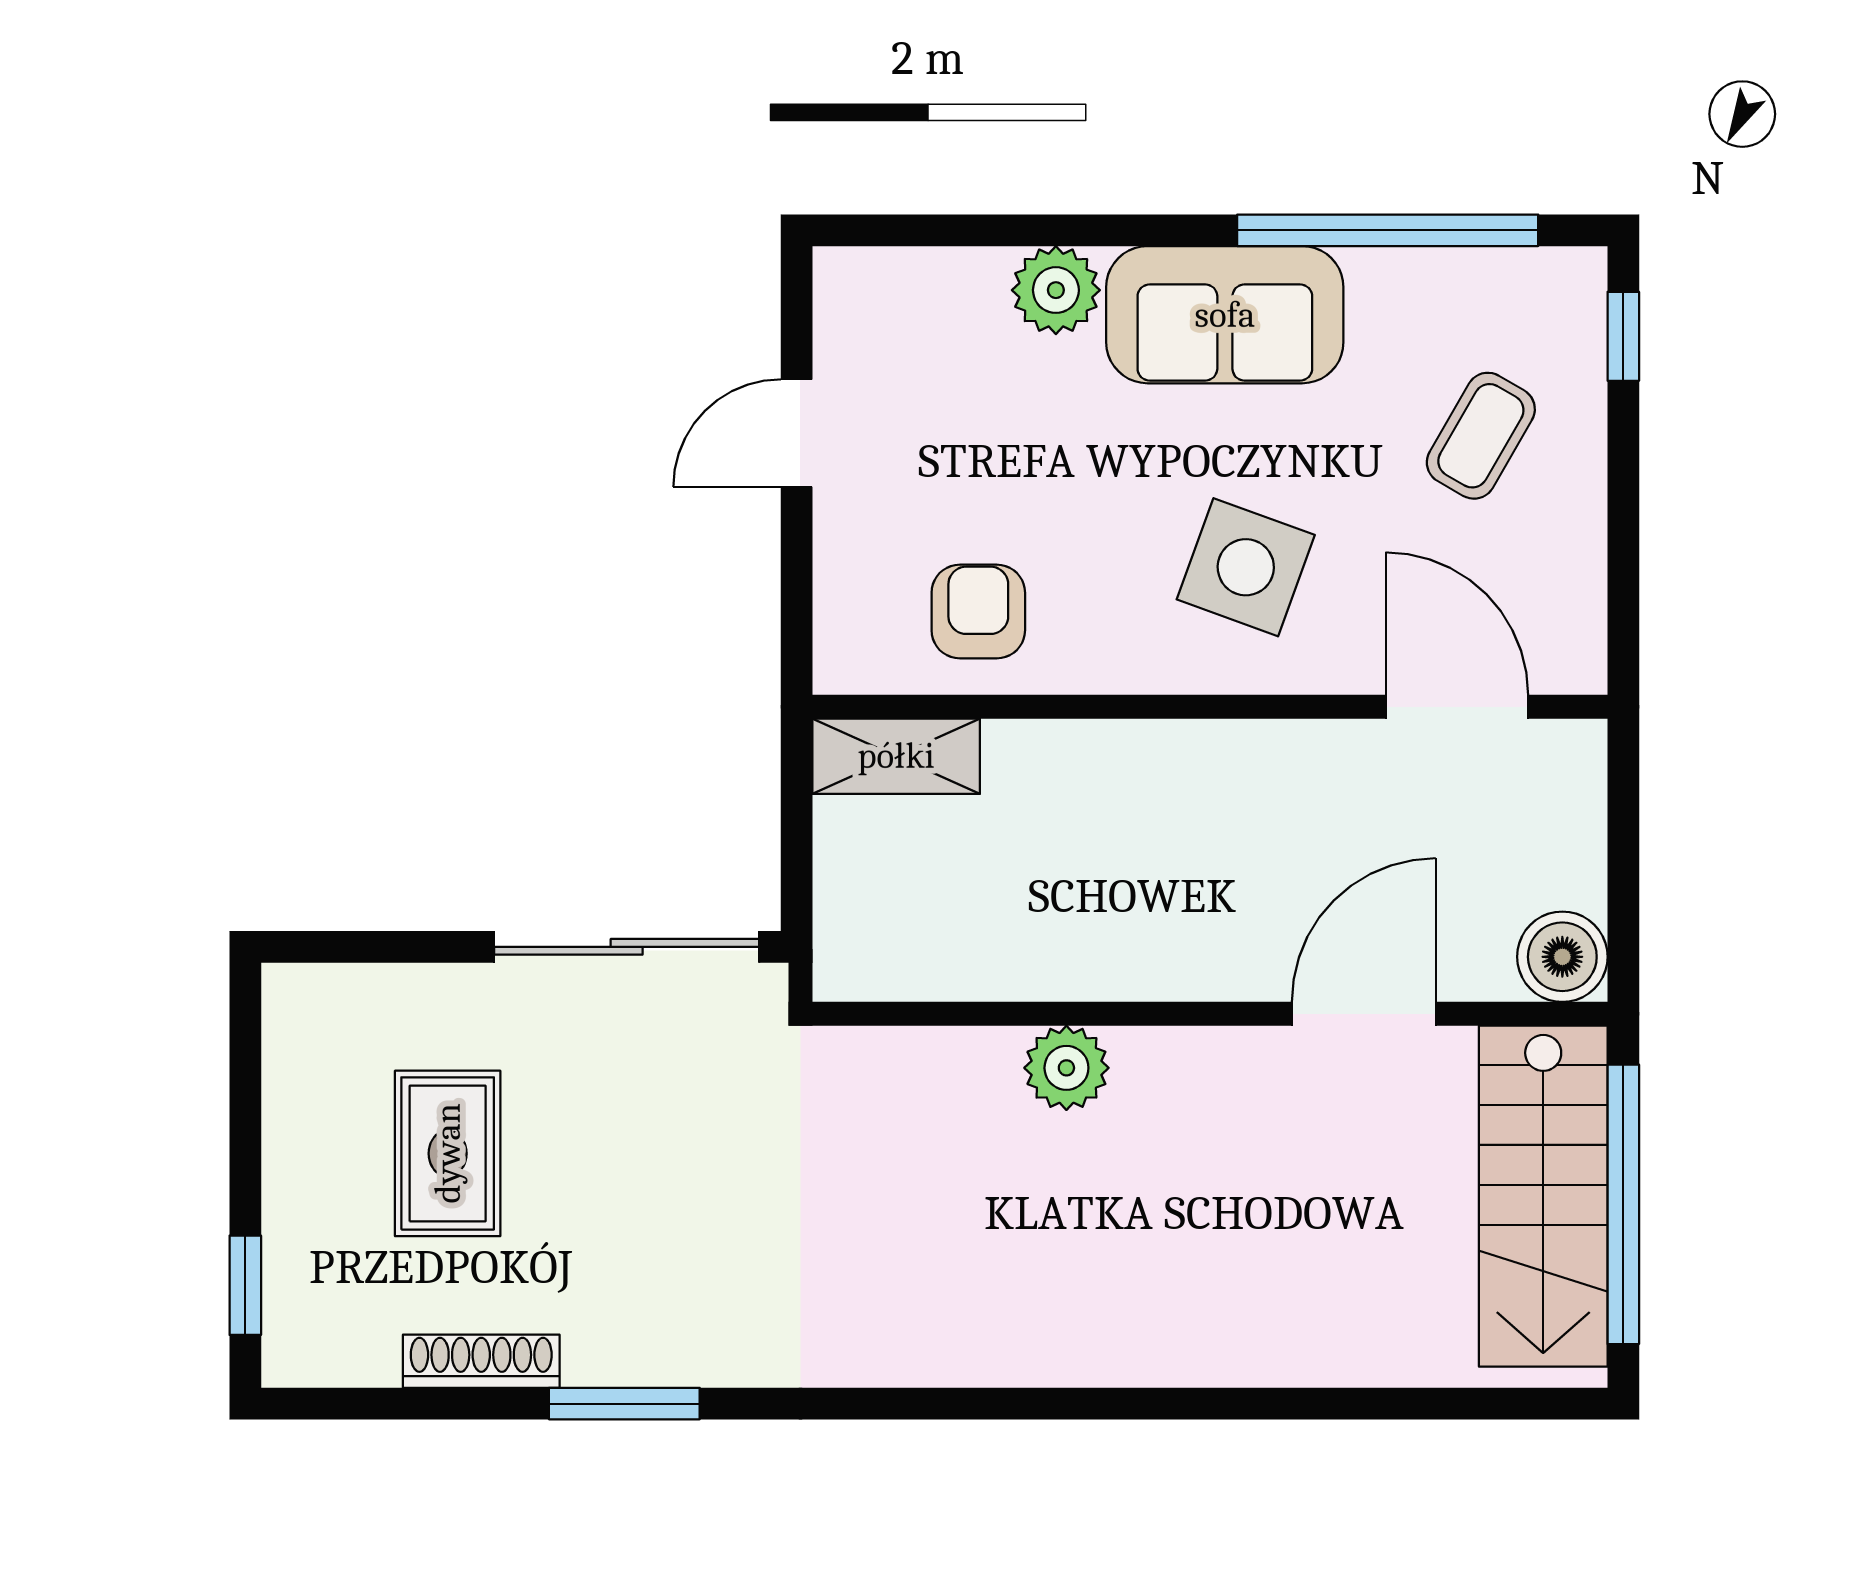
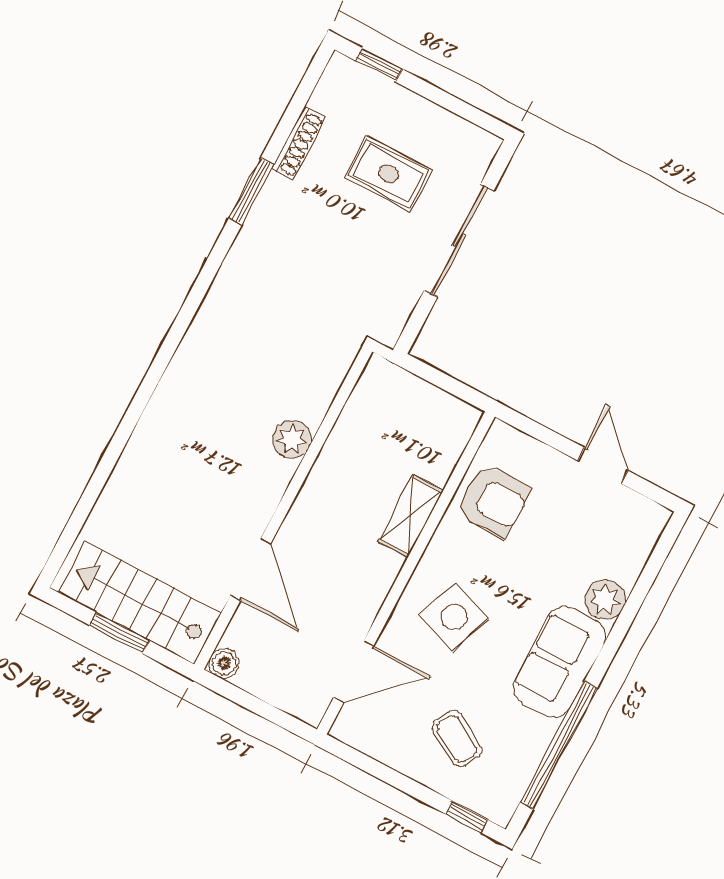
armchair: (978, 612) -> (493, 501), width x1.38, depth x1.38
shelving: (896, 756) -> (411, 516), moved
sliding door: (627, 947) -> (459, 241), moved
boiler: (1562, 957) -> (224, 663), width x0.73, depth x0.73
window: (1623, 1204) -> (119, 633), width x0.47

